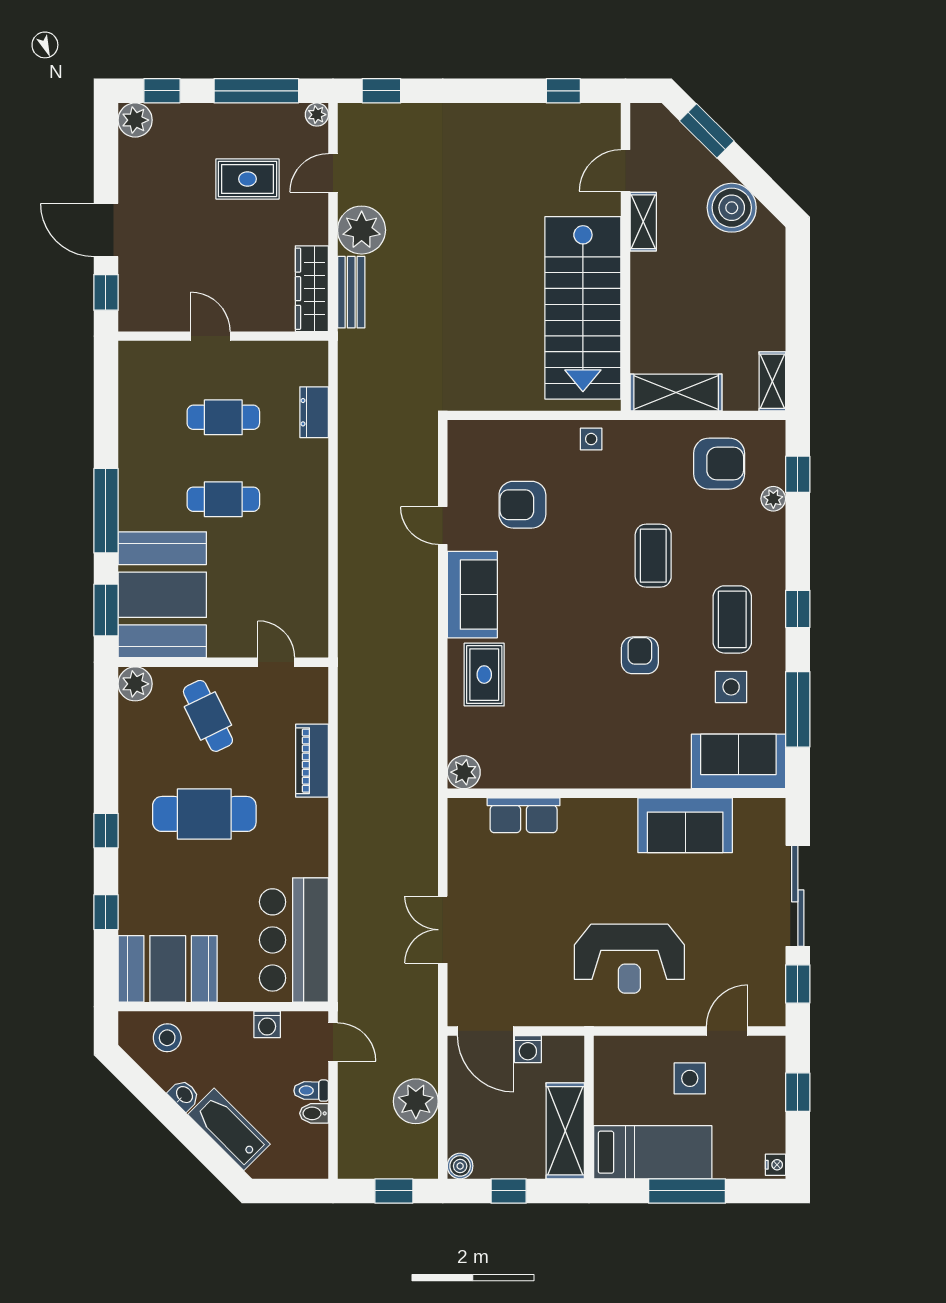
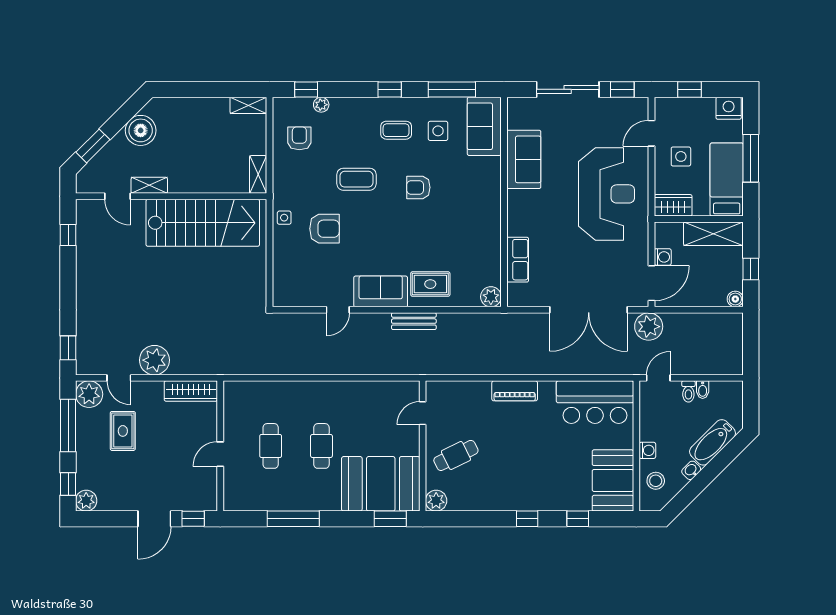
plant: (317, 115) -> (89, 394), width x1.88, depth x1.88
bench: (351, 292) -> (414, 321), moved
shelving: (676, 392) -> (258, 174), width x0.67, depth x0.75
dresser: (314, 412) -> (267, 390), removed
armchair: (719, 464) -> (299, 138), width x0.72, depth x0.72
armchair: (522, 505) -> (325, 229), moved, turned -90
window: (106, 511) -> (293, 519), moved
coffee table: (732, 619) -> (396, 130), width x0.73, depth x0.77
piano: (312, 761) -> (515, 391), moved
cafe table: (204, 814) -> (517, 458), removed
double door: (443, 930) -> (589, 310), width x1.87
reception desk: (629, 959) -> (607, 194), width x1.36, depth x1.30
washing machine: (267, 1024) -> (647, 450), moved
door: (727, 1031) -> (651, 133), hinge flipped
wardrobe: (611, 1066) -> (673, 205), added
plant: (416, 1101) -> (649, 327), moved
nightstand: (775, 1165) -> (729, 108), width x1.89, depth x1.79
window: (394, 1191) -> (751, 340), removed

